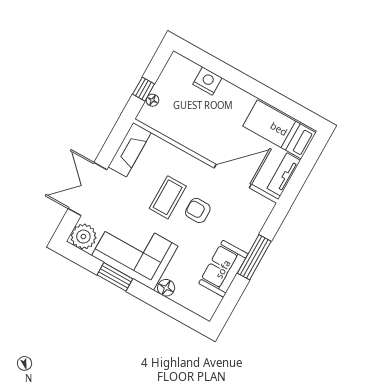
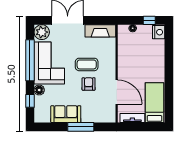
nightstand: (207, 81) -> (159, 32), moved
window: (144, 89) -> (149, 20), moved
window: (115, 277) -> (30, 60), width x2.11
window: (174, 310) -> (30, 101), added

